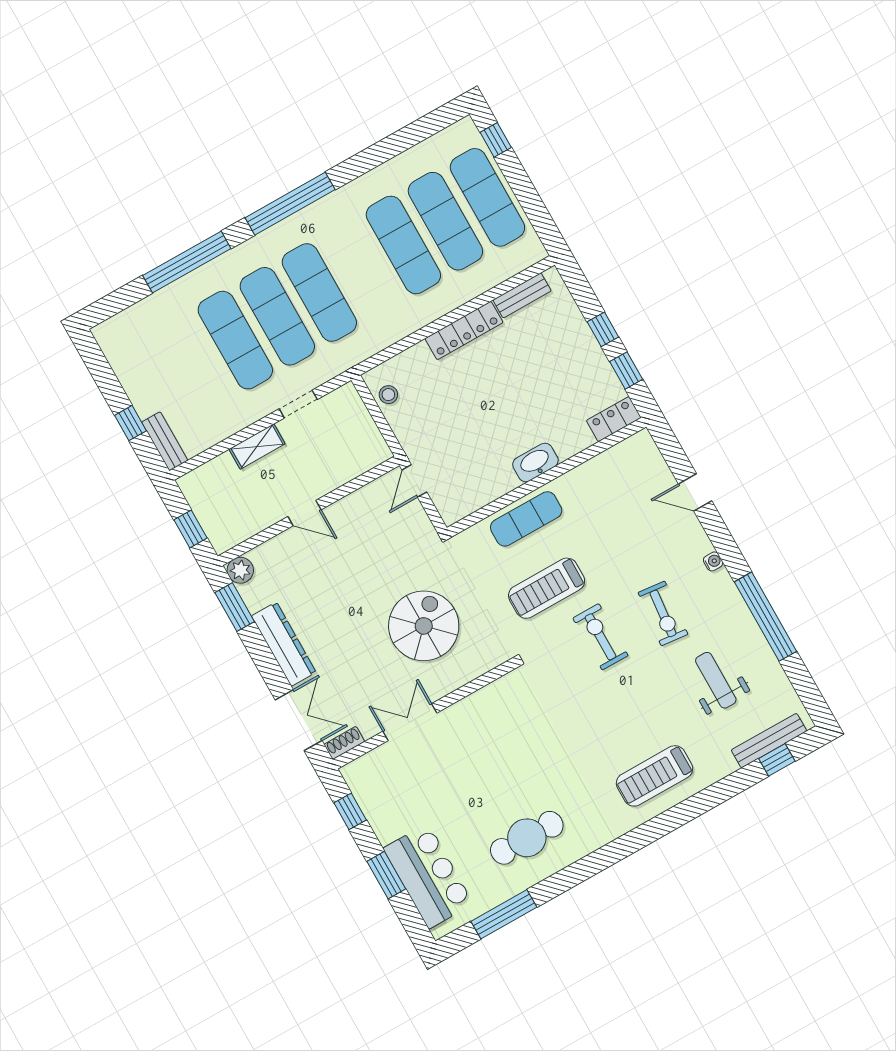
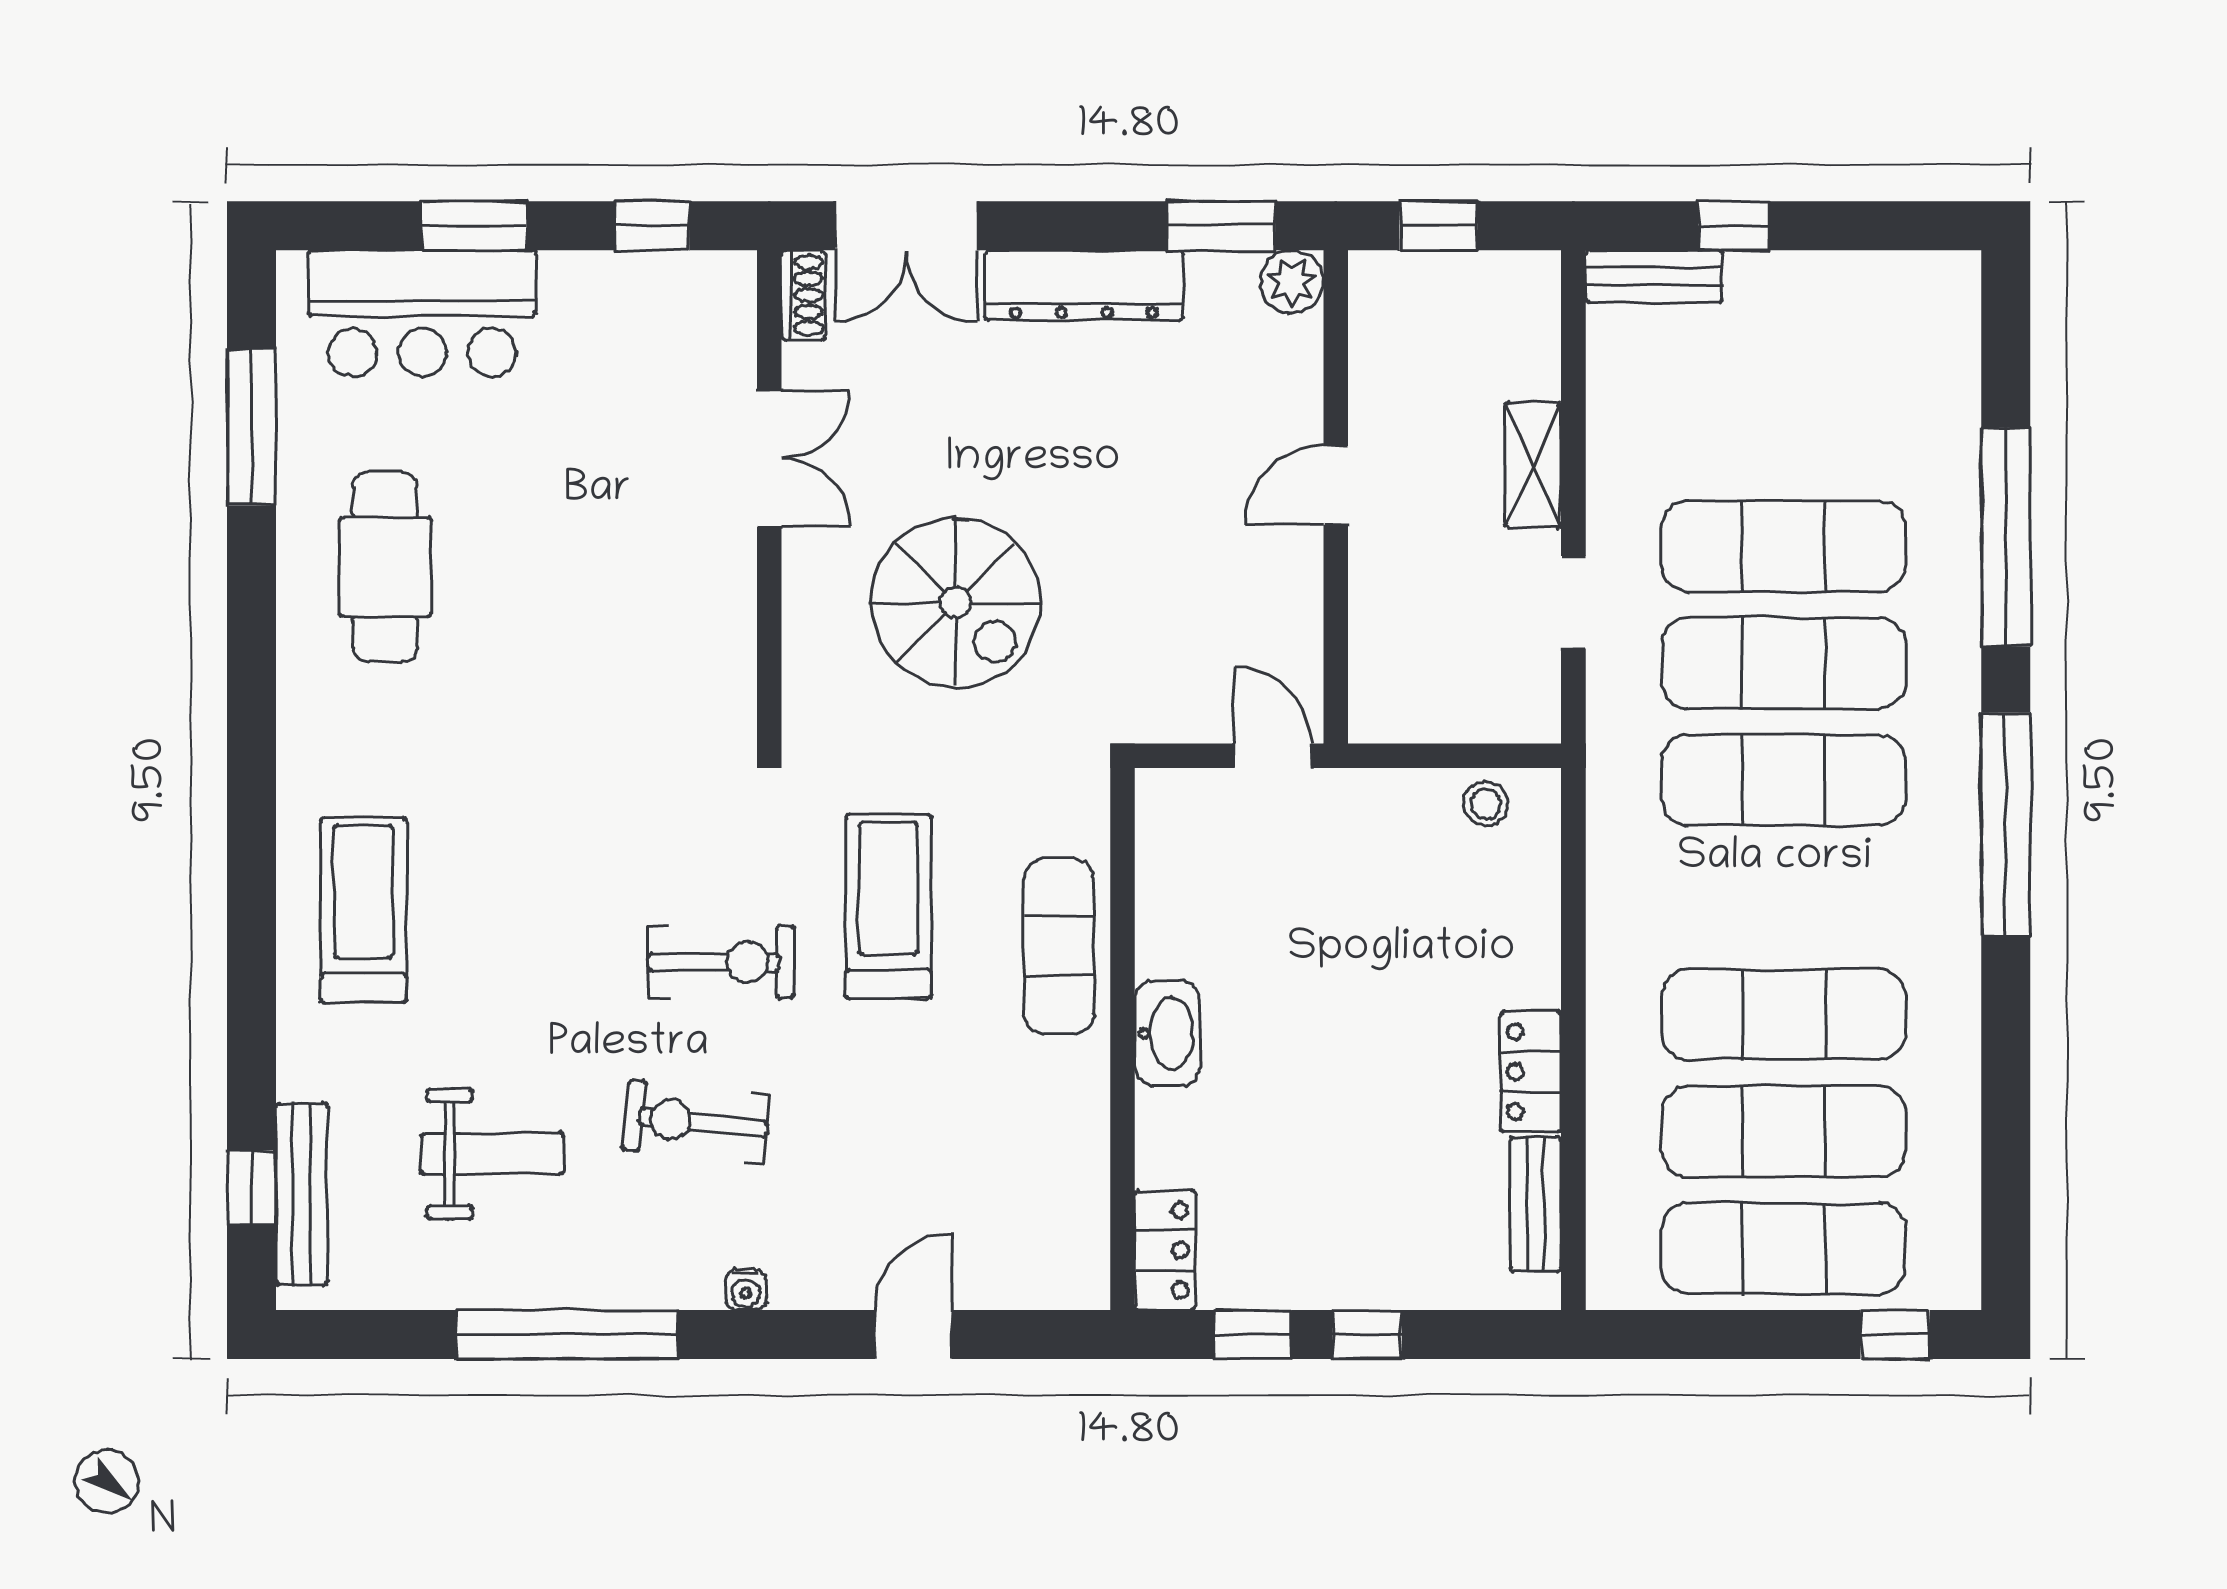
locker: (464, 331) -> (1531, 1072), width x0.66

